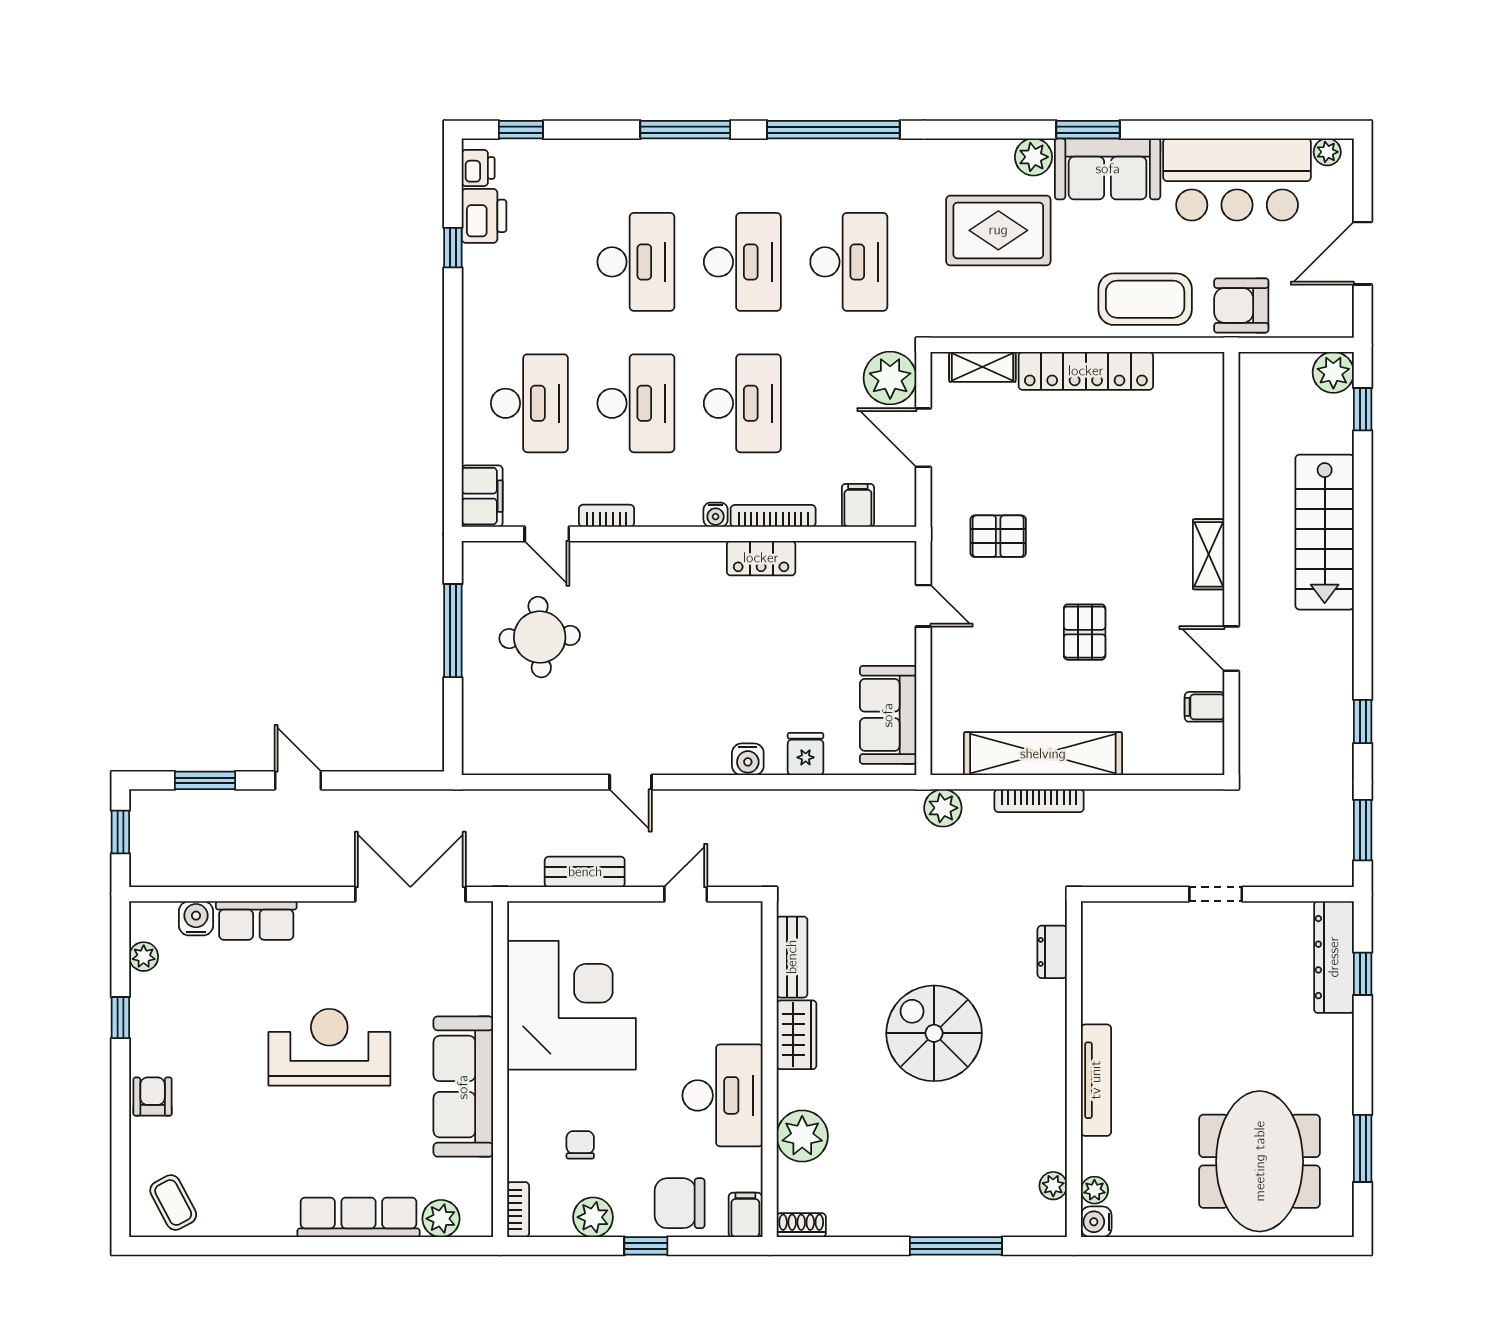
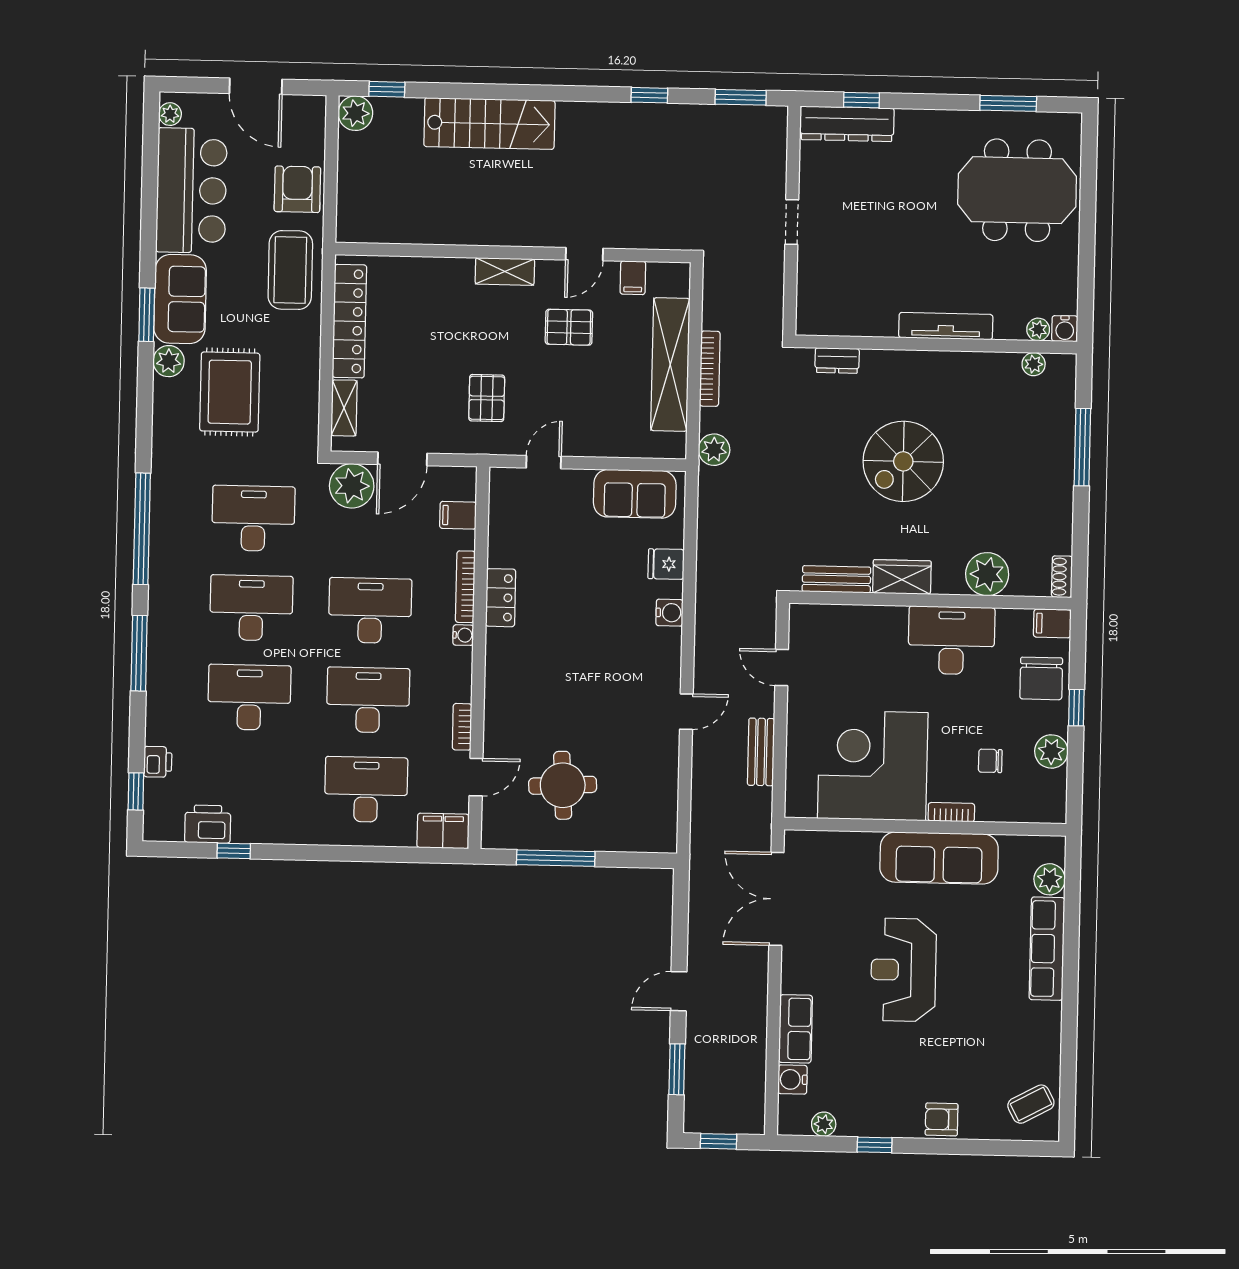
printer: (478, 168) -> (158, 762), moved, turned 90
armchair: (1241, 305) -> (297, 189), turned 180
shelving: (1209, 554) -> (505, 271), moved
wall: (1231, 564) -> (513, 252), moved
door: (1231, 649) -> (584, 254), moved
filing cabinet: (1205, 707) -> (633, 278), moved
bookcase: (518, 1210) -> (951, 812), moved

